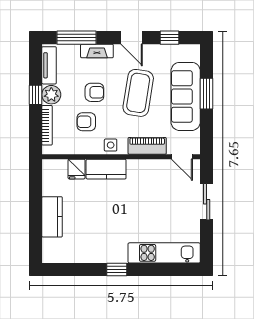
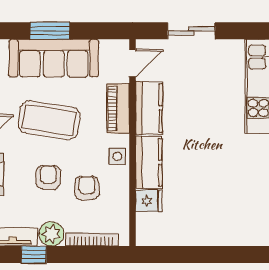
window: (36, 95) -> (34, 255), moved
armchair: (86, 122) -> (87, 188), turned 180
kitchen counter: (52, 217) -> (149, 108), moved, turned 90

